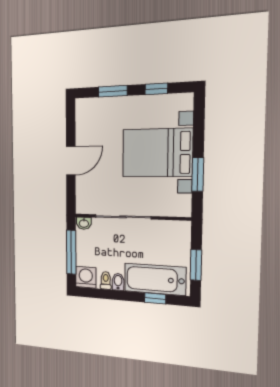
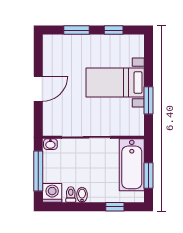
bed with nightstands: (157, 153) -> (115, 83), width x0.73
bathtub: (155, 279) -> (132, 165), moved, turned -90

